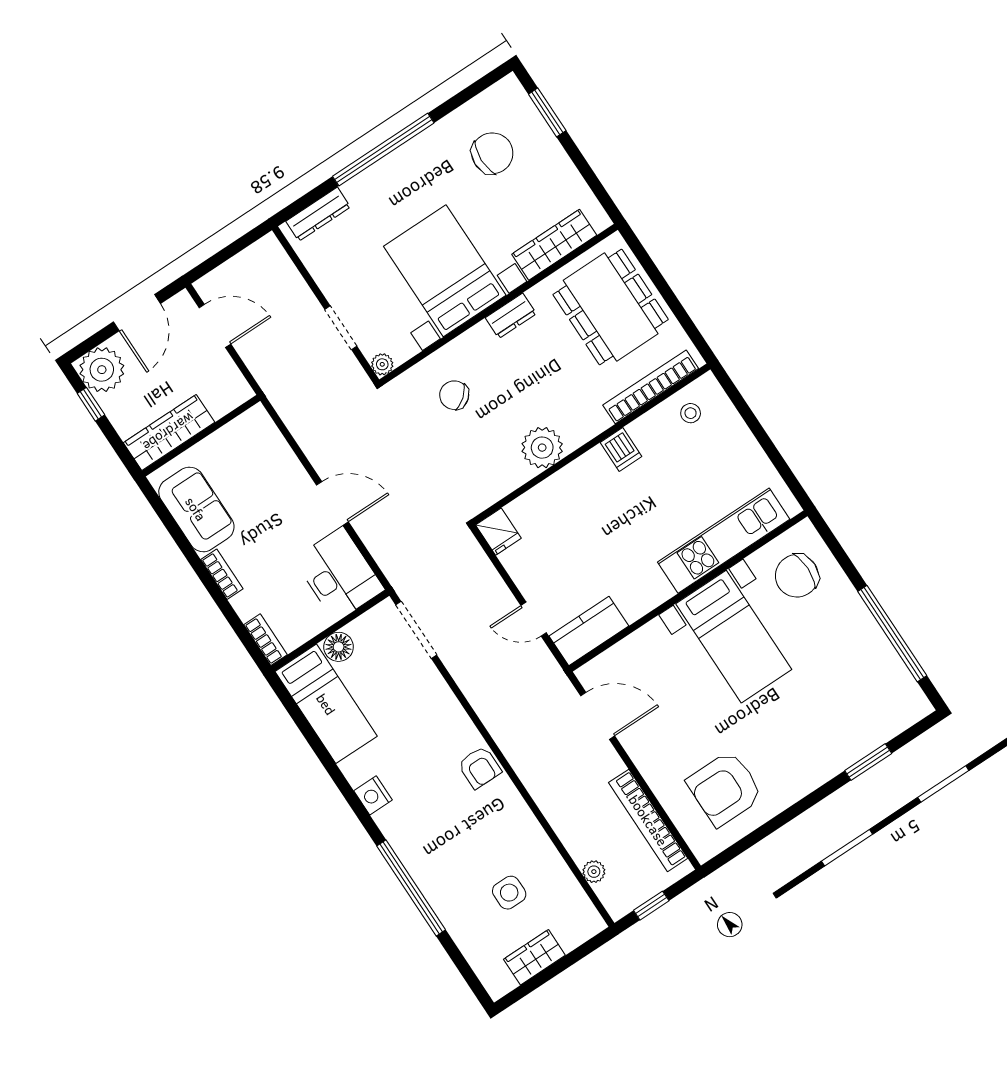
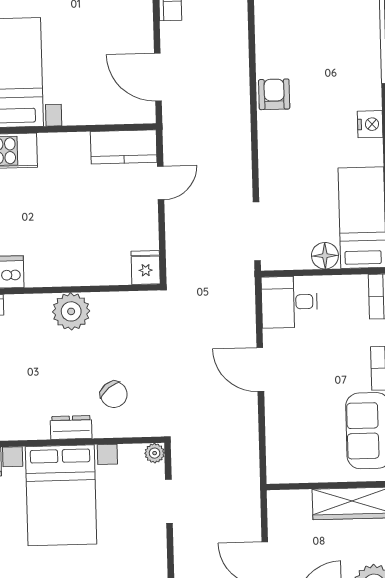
dresser: (511, 316) -> (71, 427), moved
desk: (339, 574) -> (289, 302), width x0.73
door: (534, 619) -> (161, 183), hinge flipped

